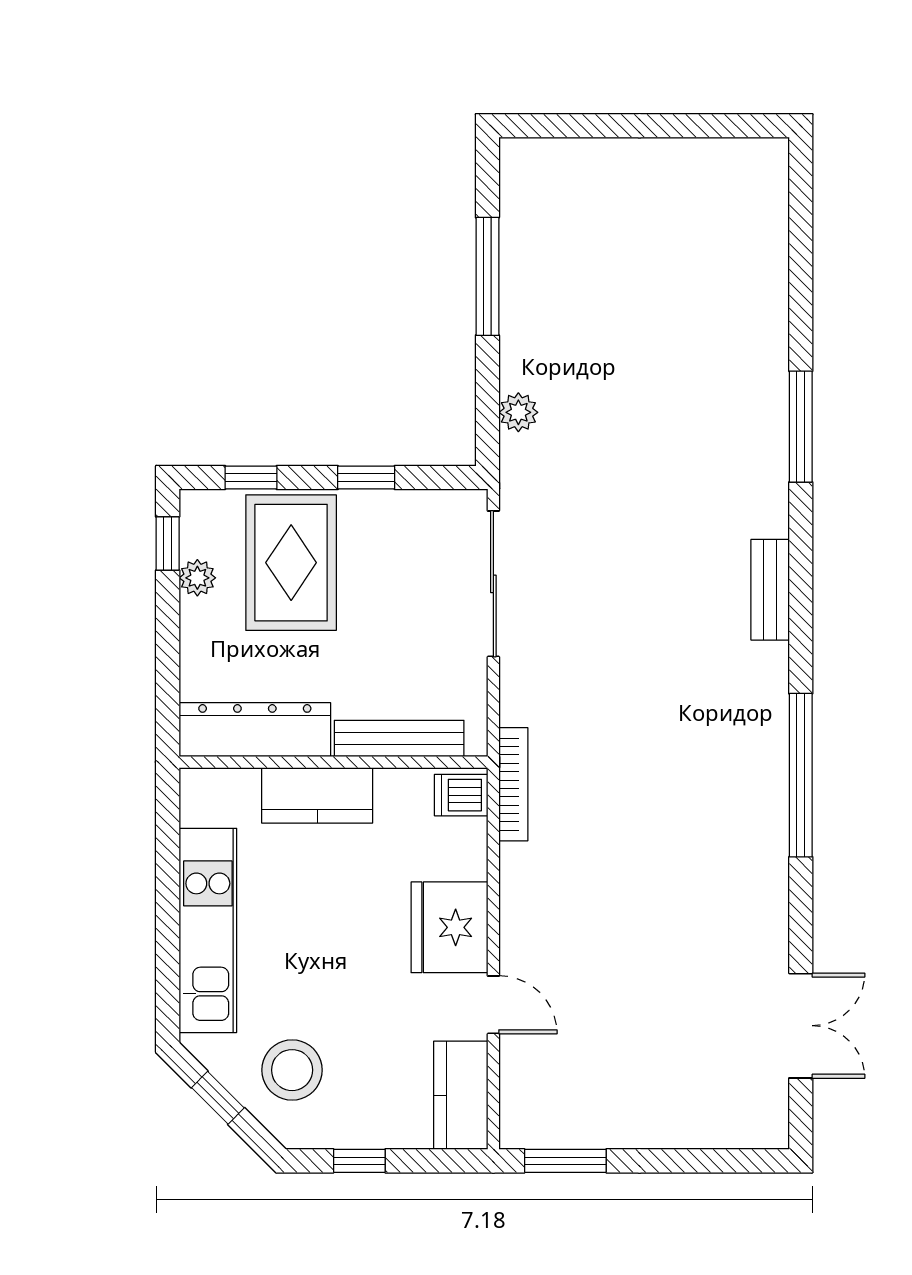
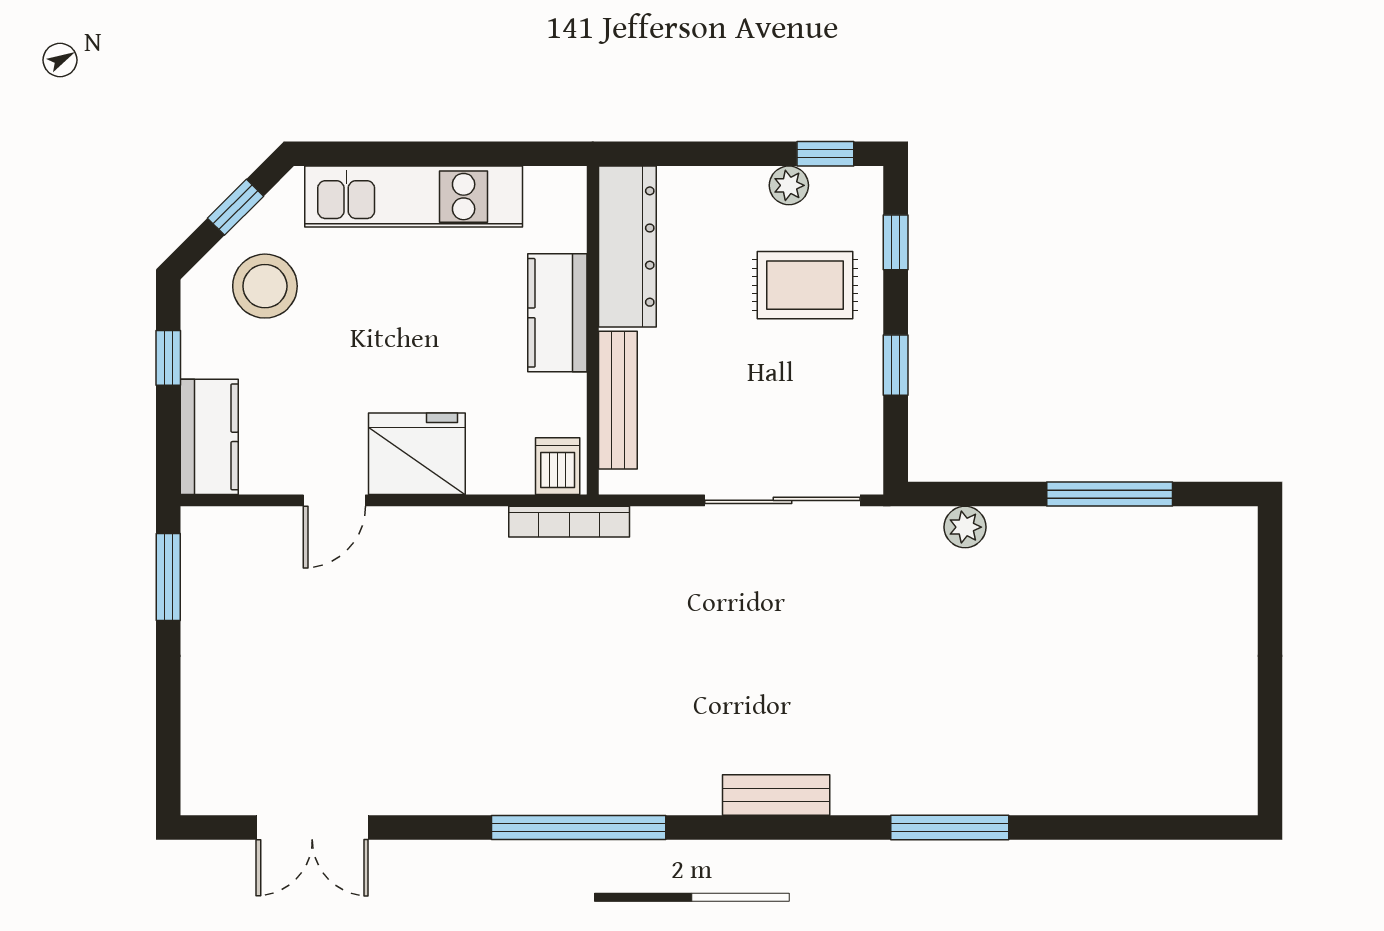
rug: (291, 563) -> (805, 285), width x0.73, depth x0.70
kitchen counter: (461, 1095) -> (209, 437), moved, turned 90

